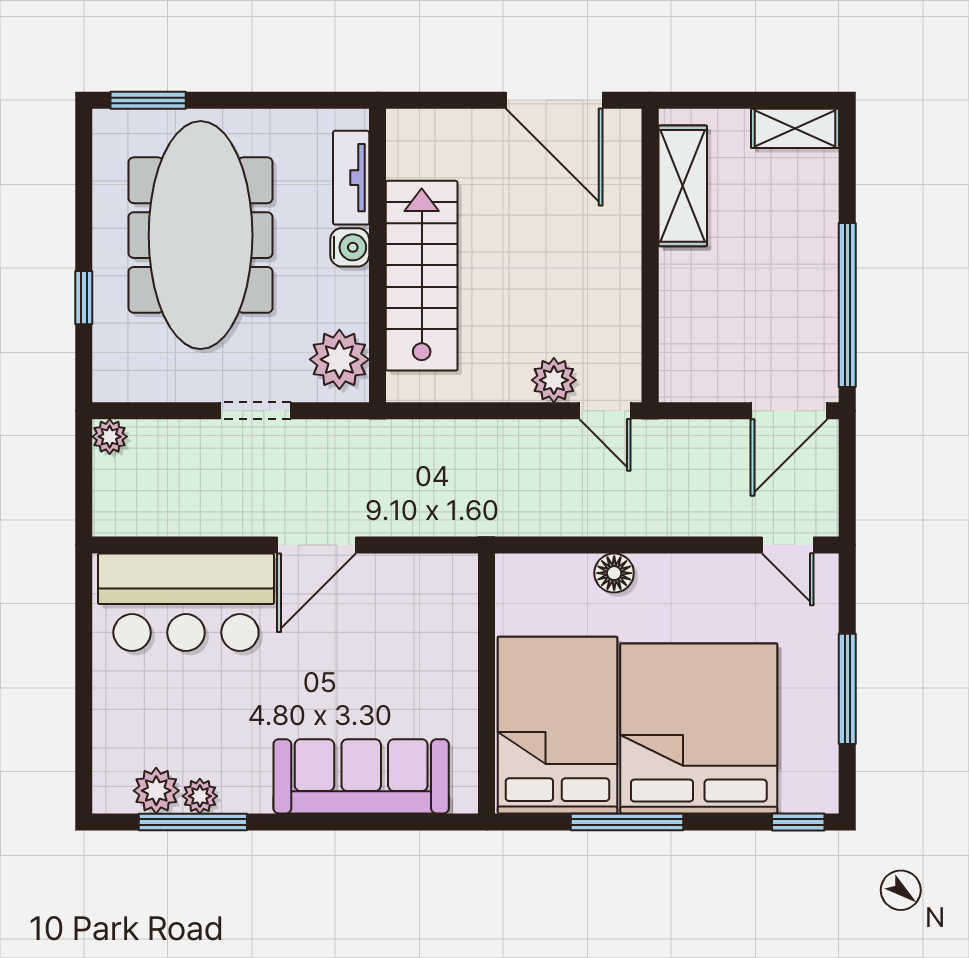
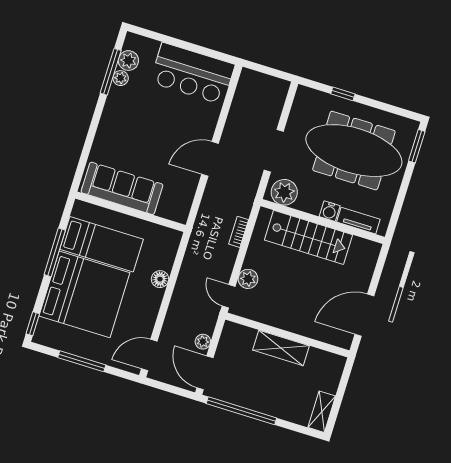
shelving: (683, 186) -> (281, 348), moved
doorway: (255, 411) -> (274, 151), width x1.38
door: (605, 411) -> (229, 296), hinge flipped
bookcase: (457, 433) -> (239, 232), added
plant: (110, 437) -> (203, 342), moved
door: (316, 545) -> (210, 159), hinge flipped
door: (788, 545) -> (149, 355), width x1.38
bar counter: (186, 602) -> (192, 73), moved, turned -90
bed: (557, 725) -> (101, 244), width x0.67
sofa: (361, 776) -> (122, 188), moved, turned -90

